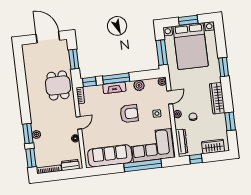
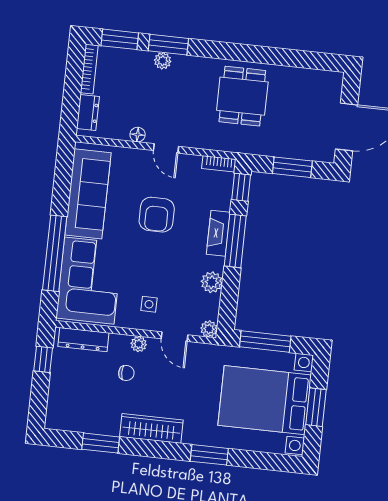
dining table: (58, 85) -> (242, 96), moved, turned 90
armchair: (129, 114) -> (157, 215), moved
wardrobe: (213, 146) -> (60, 399), removed

